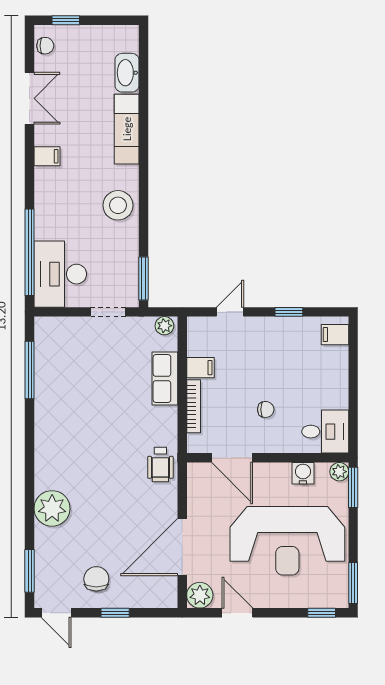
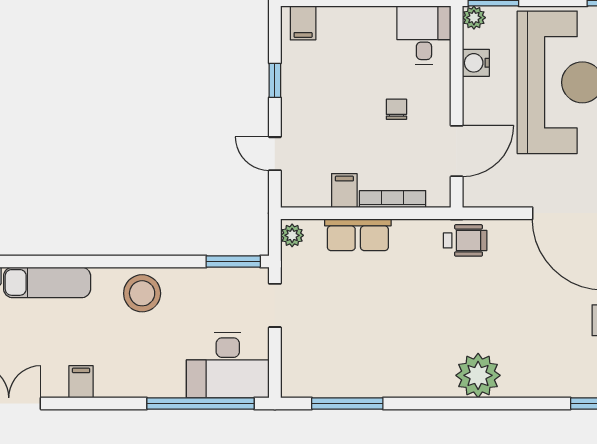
plant: (52, 508) -> (478, 375), moved

